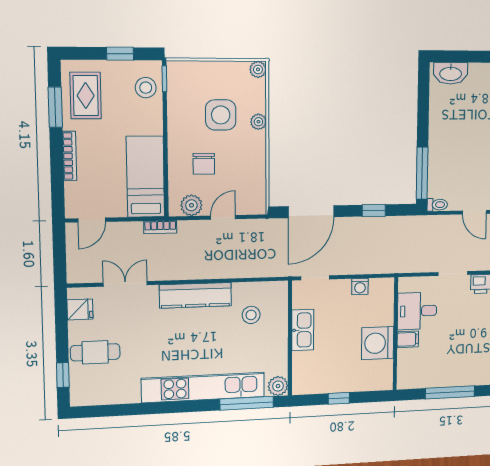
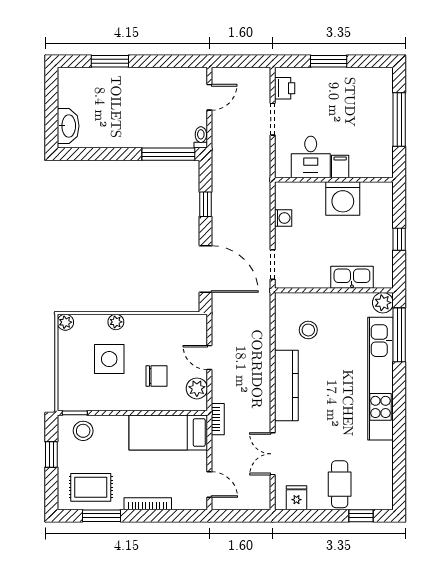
kitchen sink: (303, 330) -> (352, 277), moved

